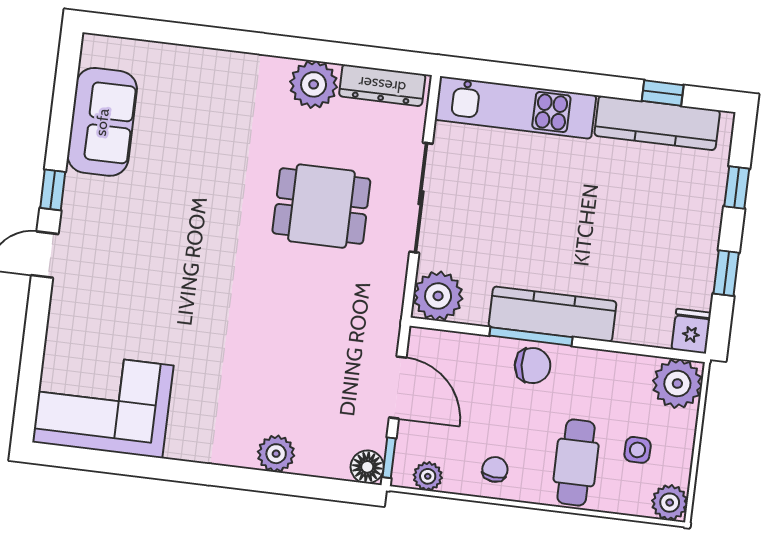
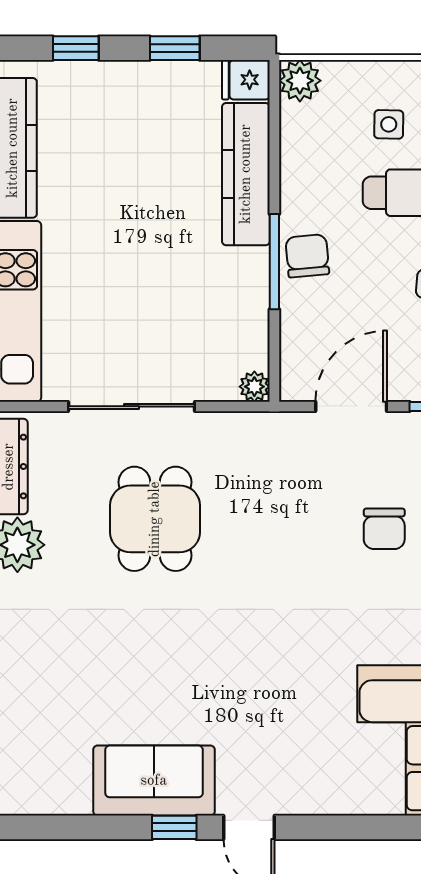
sofa: (102, 122) -> (154, 781), moved
plant: (438, 296) -> (254, 387), width x0.53, depth x0.53
kitchen counter: (553, 314) -> (246, 174), moved
plant: (677, 384) -> (300, 81), width x0.73, depth x0.73
chair: (288, 403) -> (384, 529), added

